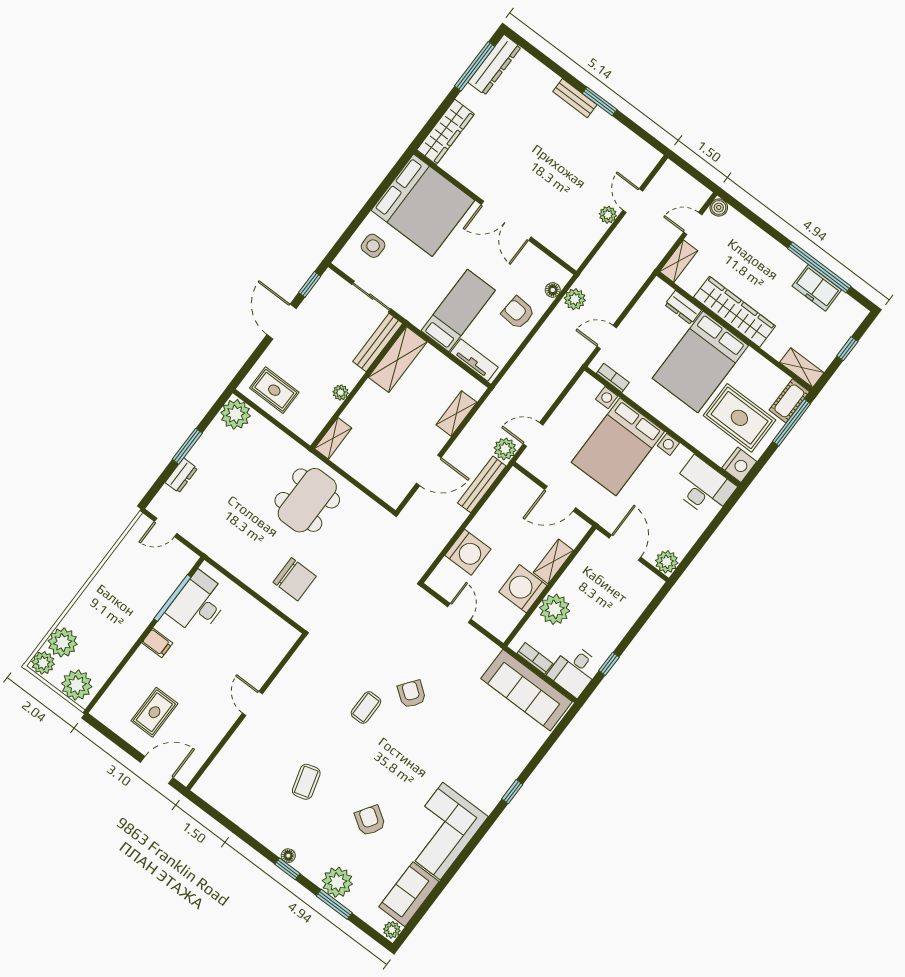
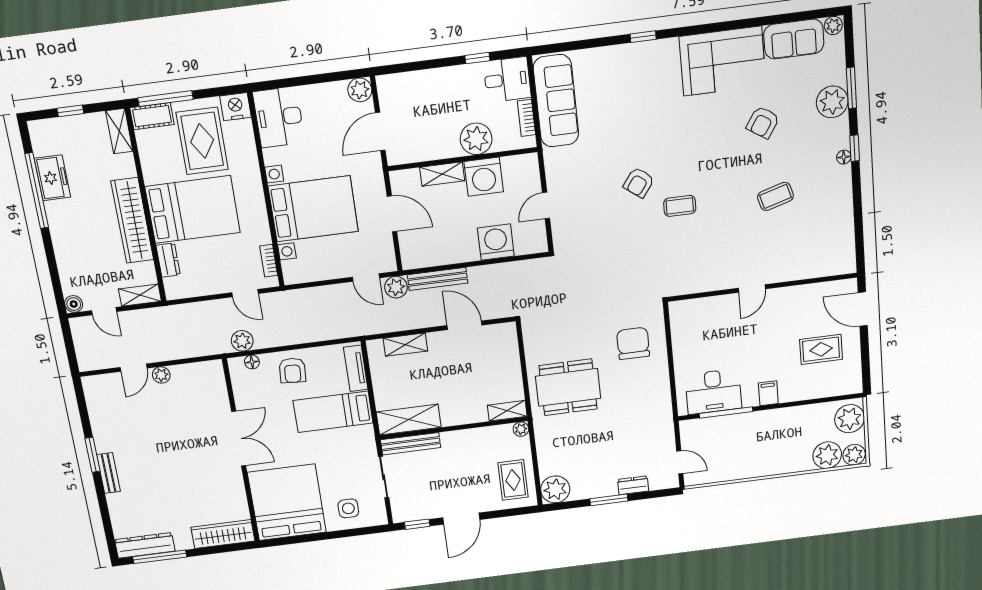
plant: (341, 392) -> (521, 429), moved

